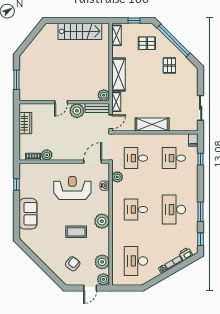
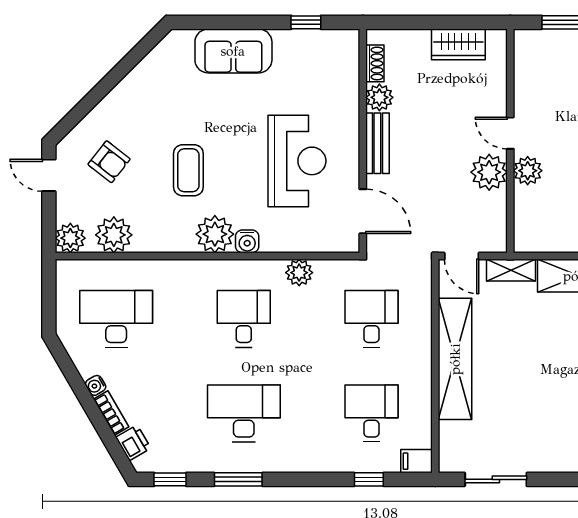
plant: (104, 95) -> (528, 171), moved
bench: (97, 108) -> (377, 143), moved
shelving: (152, 124) -> (455, 359), width x1.47
plant: (117, 177) -> (299, 273), moved
water cooler: (105, 186) -> (247, 241), moved
door: (90, 288) -> (49, 175), moved

